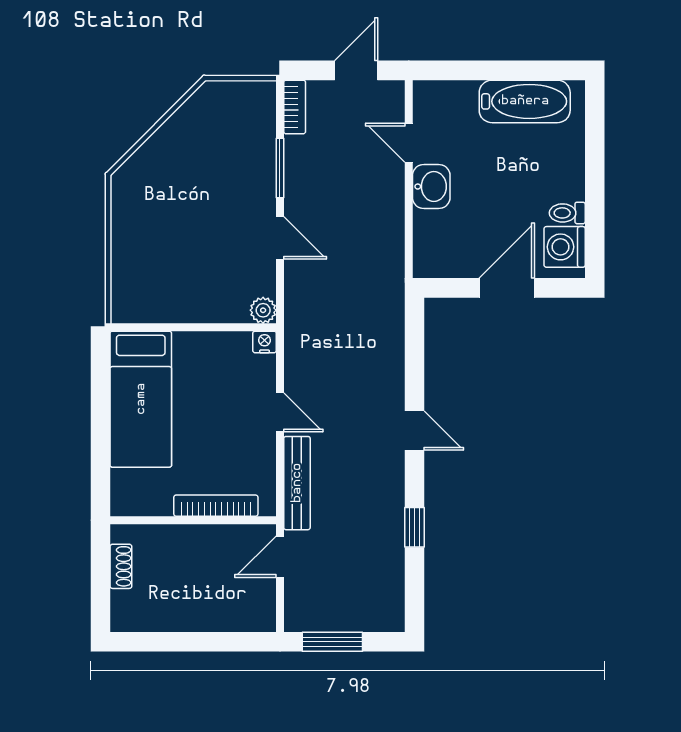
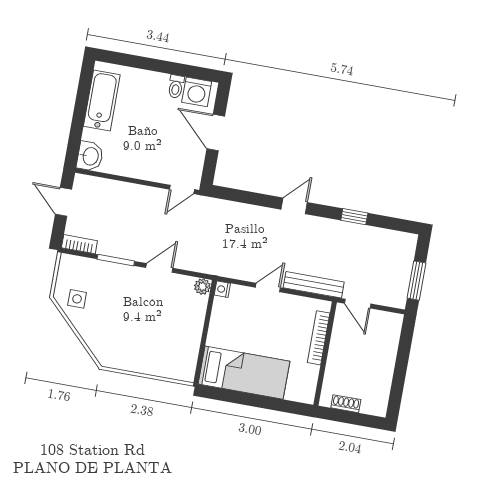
side table: (209, 118) -> (77, 299), added
door: (409, 143) -> (182, 189), moved
washbasin: (431, 187) -> (90, 156), moved, turned 90

